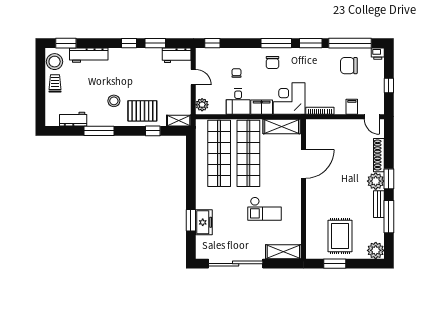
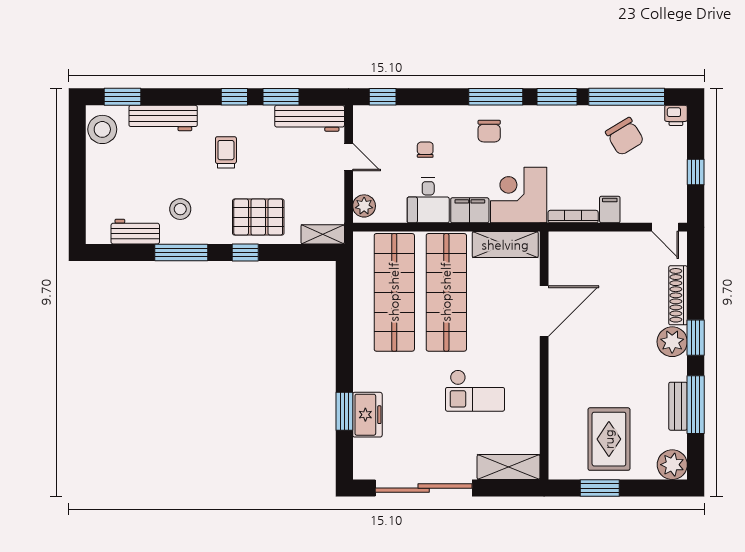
workbench: (177, 55) -> (310, 118), width x1.38
chair: (349, 66) -> (625, 137), turned -121
trolley: (55, 83) -> (226, 152), moved
stool: (114, 101) -> (180, 209), moved
filing cabinet: (352, 107) -> (610, 210), moved
window: (153, 131) -> (245, 252), moved
bench: (379, 204) -> (678, 406), moved

